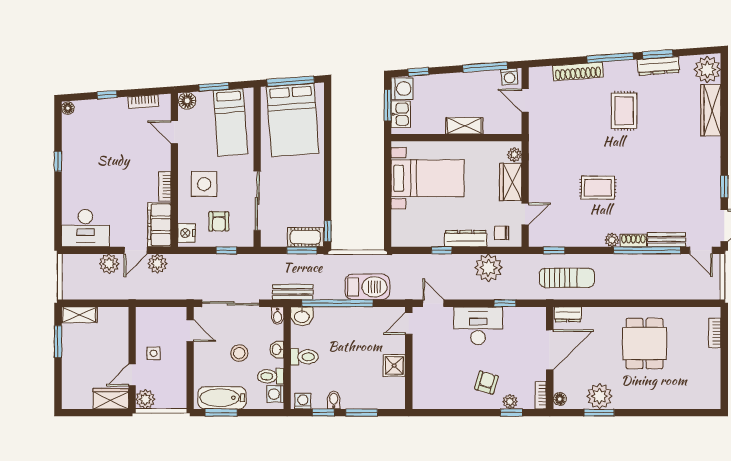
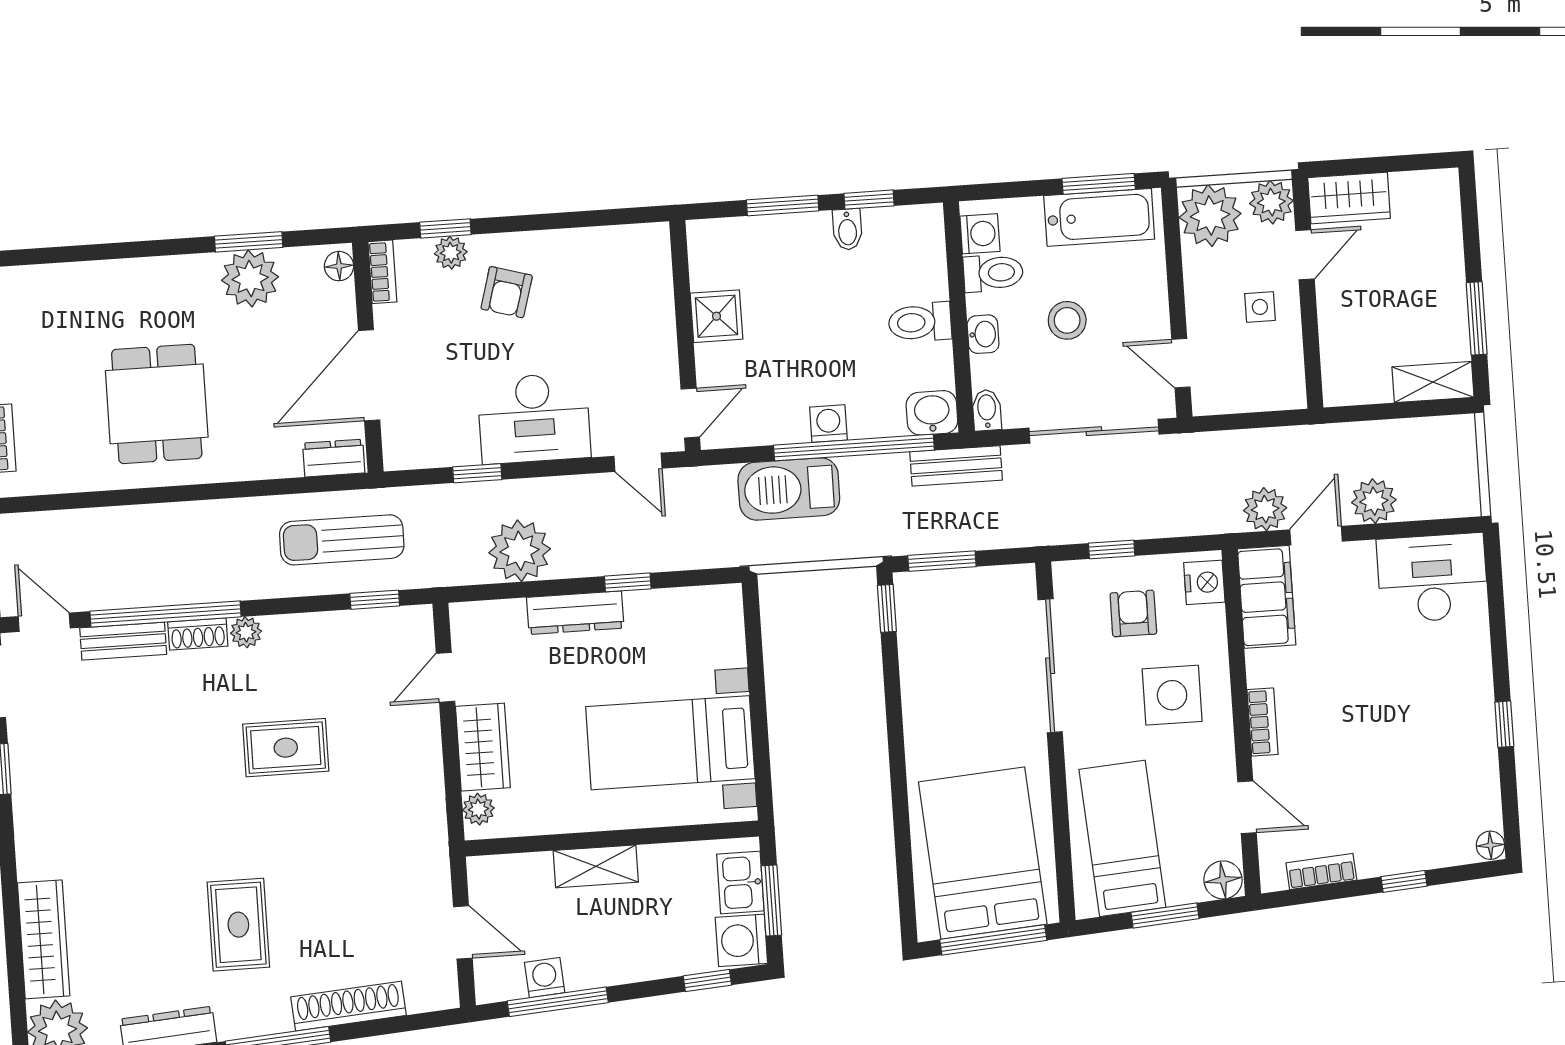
washing machine: (509, 77) -> (545, 978), moved
bookcase: (165, 186) -> (1263, 722), moved
chair: (502, 233) -> (495, 631), removed
cot: (305, 237) -> (936, 591), removed
plant: (173, 395) -> (1210, 216), added
washing machine: (303, 401) -> (828, 424), moved, turned 180

